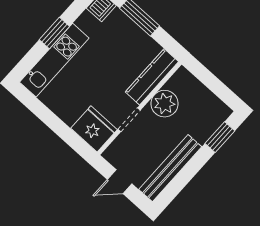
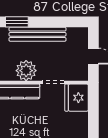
bench: (170, 168) -> (38, 34), moved

